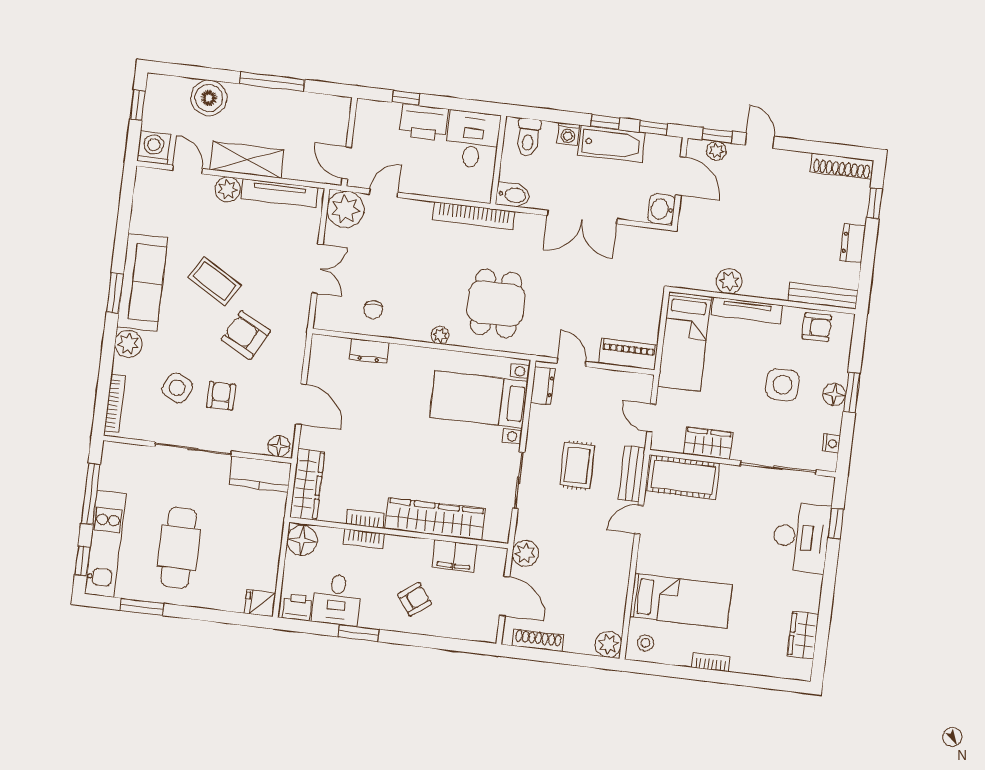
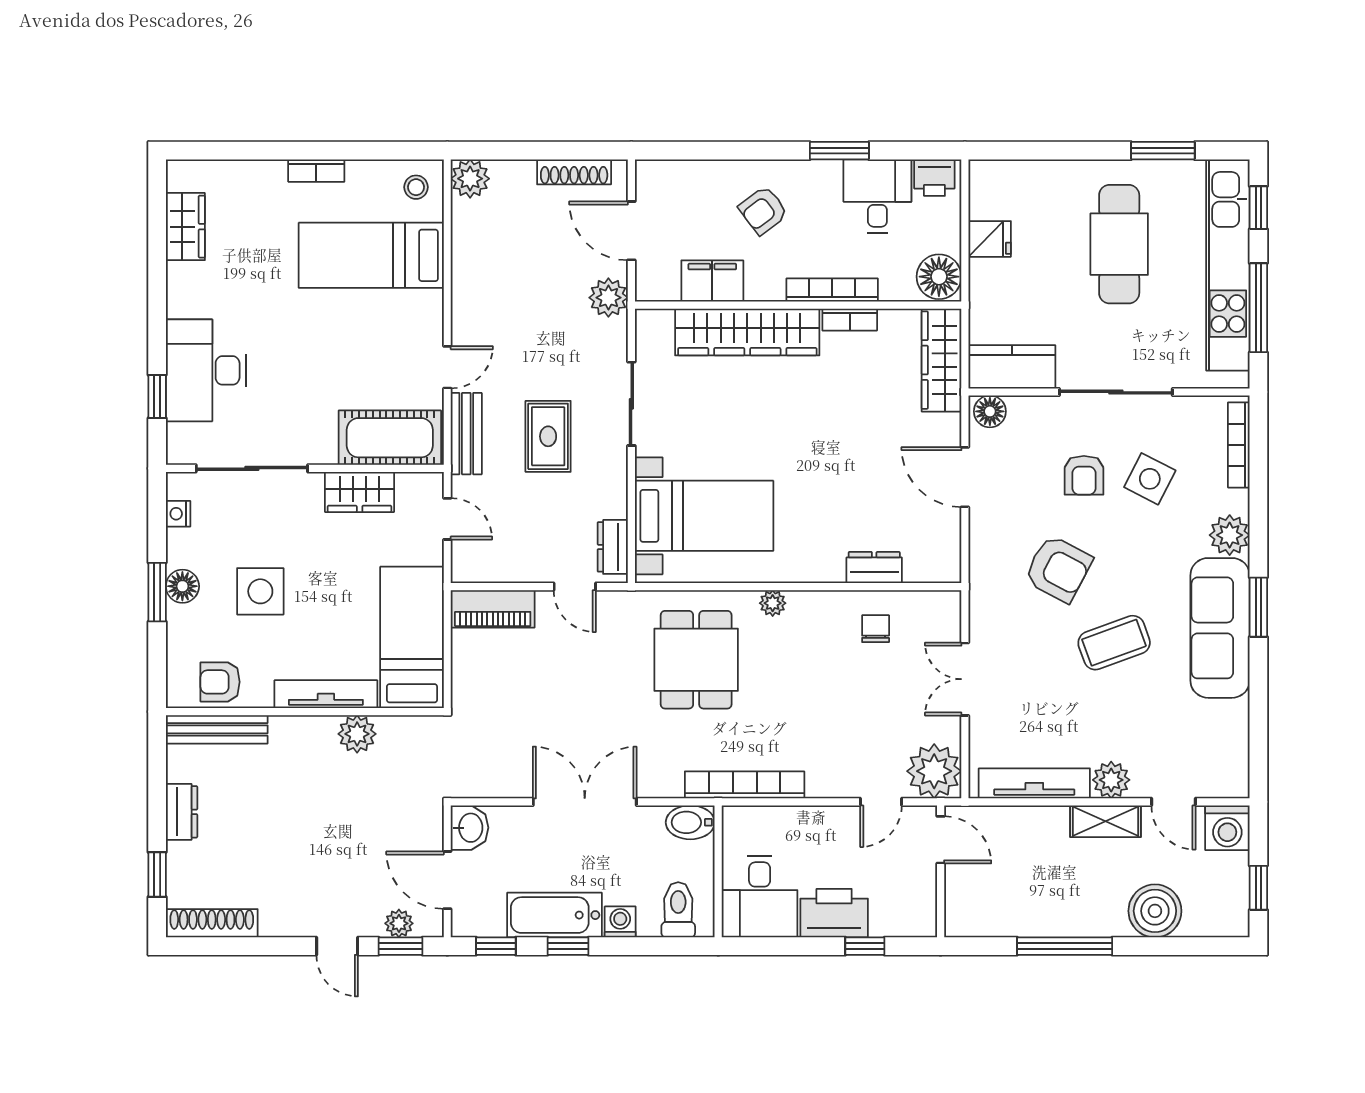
shelving: (247, 160) -> (1105, 821), width x0.67, depth x0.75
coffee table: (214, 281) -> (1114, 643), turned -51
bookcase: (364, 539) -> (832, 290), width x1.56
kitchen unit: (105, 544) -> (1228, 265), width x1.36
fridge: (260, 603) -> (990, 239), moved

